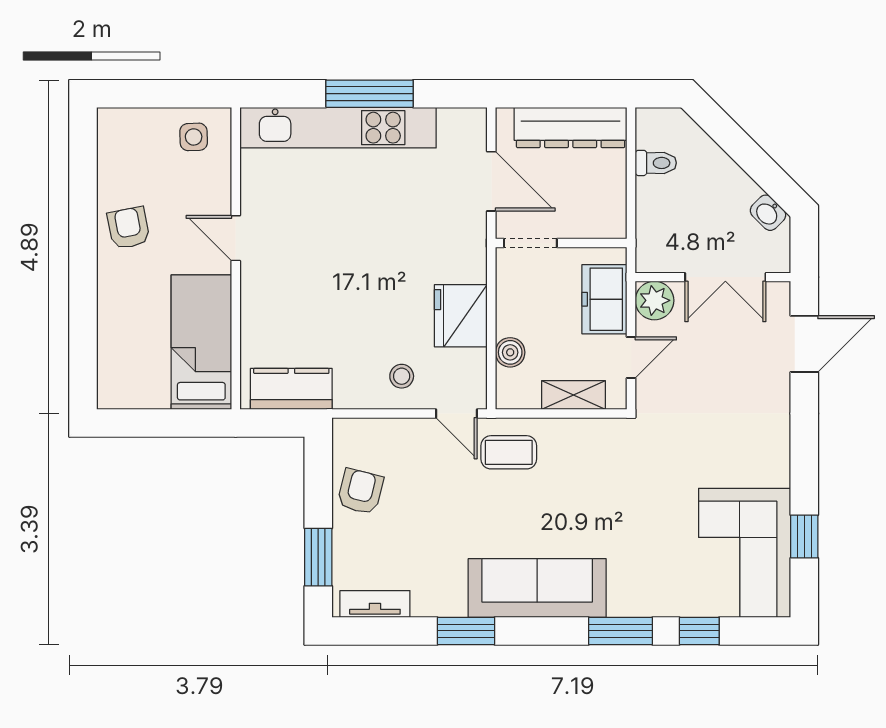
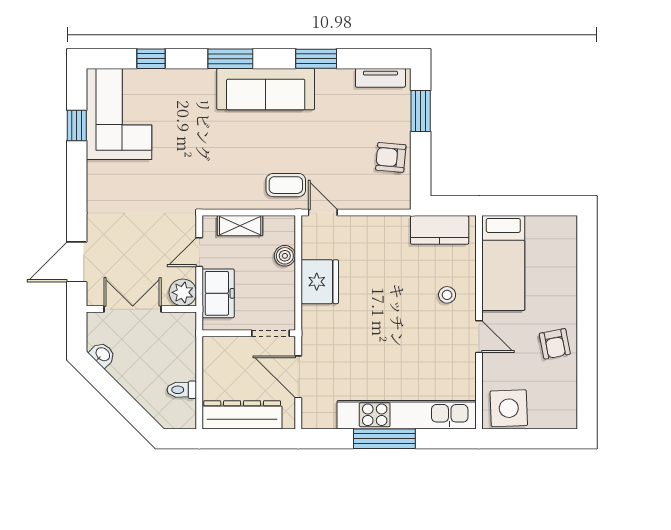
side table: (194, 137) -> (509, 408), width x1.87, depth x1.87
stool: (402, 376) -> (447, 295), moved
armchair: (360, 491) -> (391, 157), turned 81
window: (621, 631) -> (230, 59), moved

